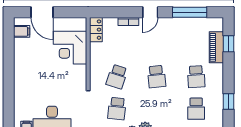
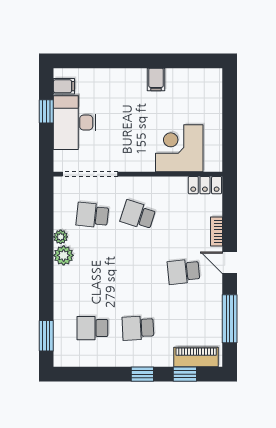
door: (42, 12) -> (230, 108), removed
filing cabinet: (22, 31) -> (156, 79), moved
piano: (216, 47) -> (196, 357), moved
school desk: (157, 77) -> (184, 272), moved
window: (228, 101) -> (142, 374), moved

